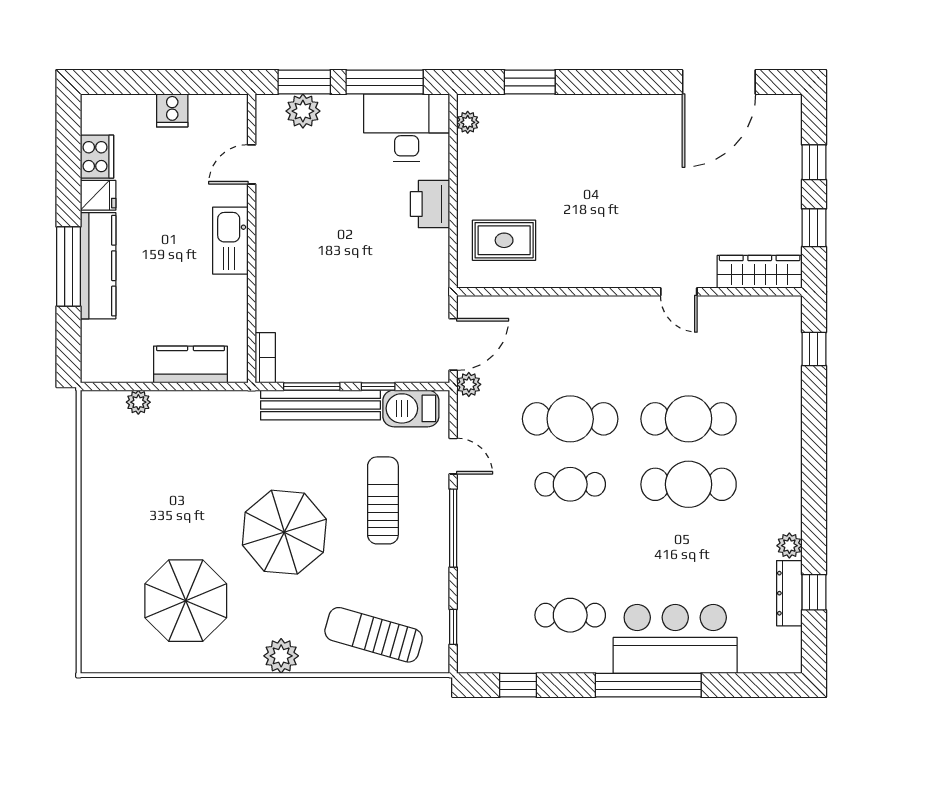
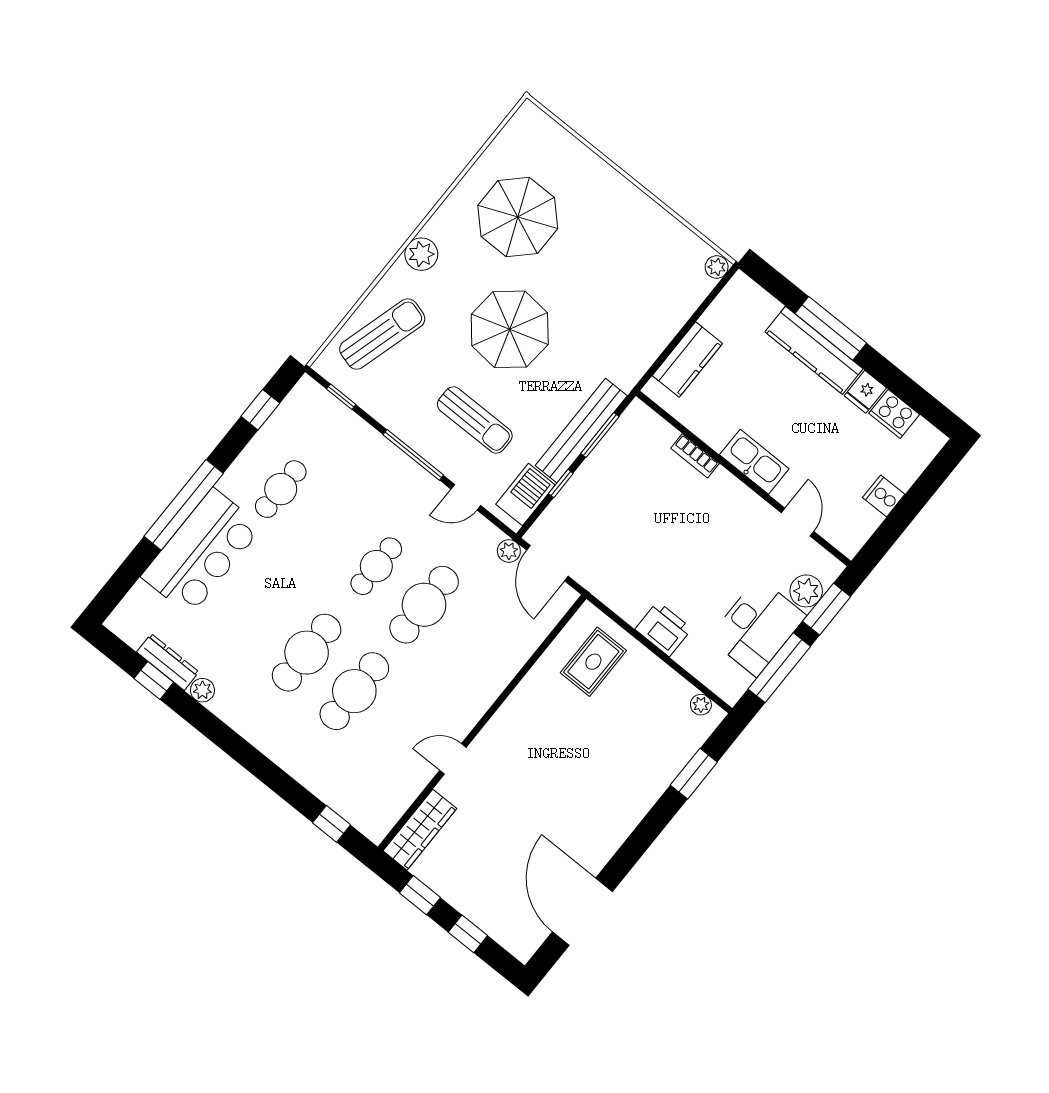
desk: (407, 128) -> (757, 627), moved
bookcase: (265, 358) -> (695, 456), moved
plant: (138, 402) -> (717, 267), moved

